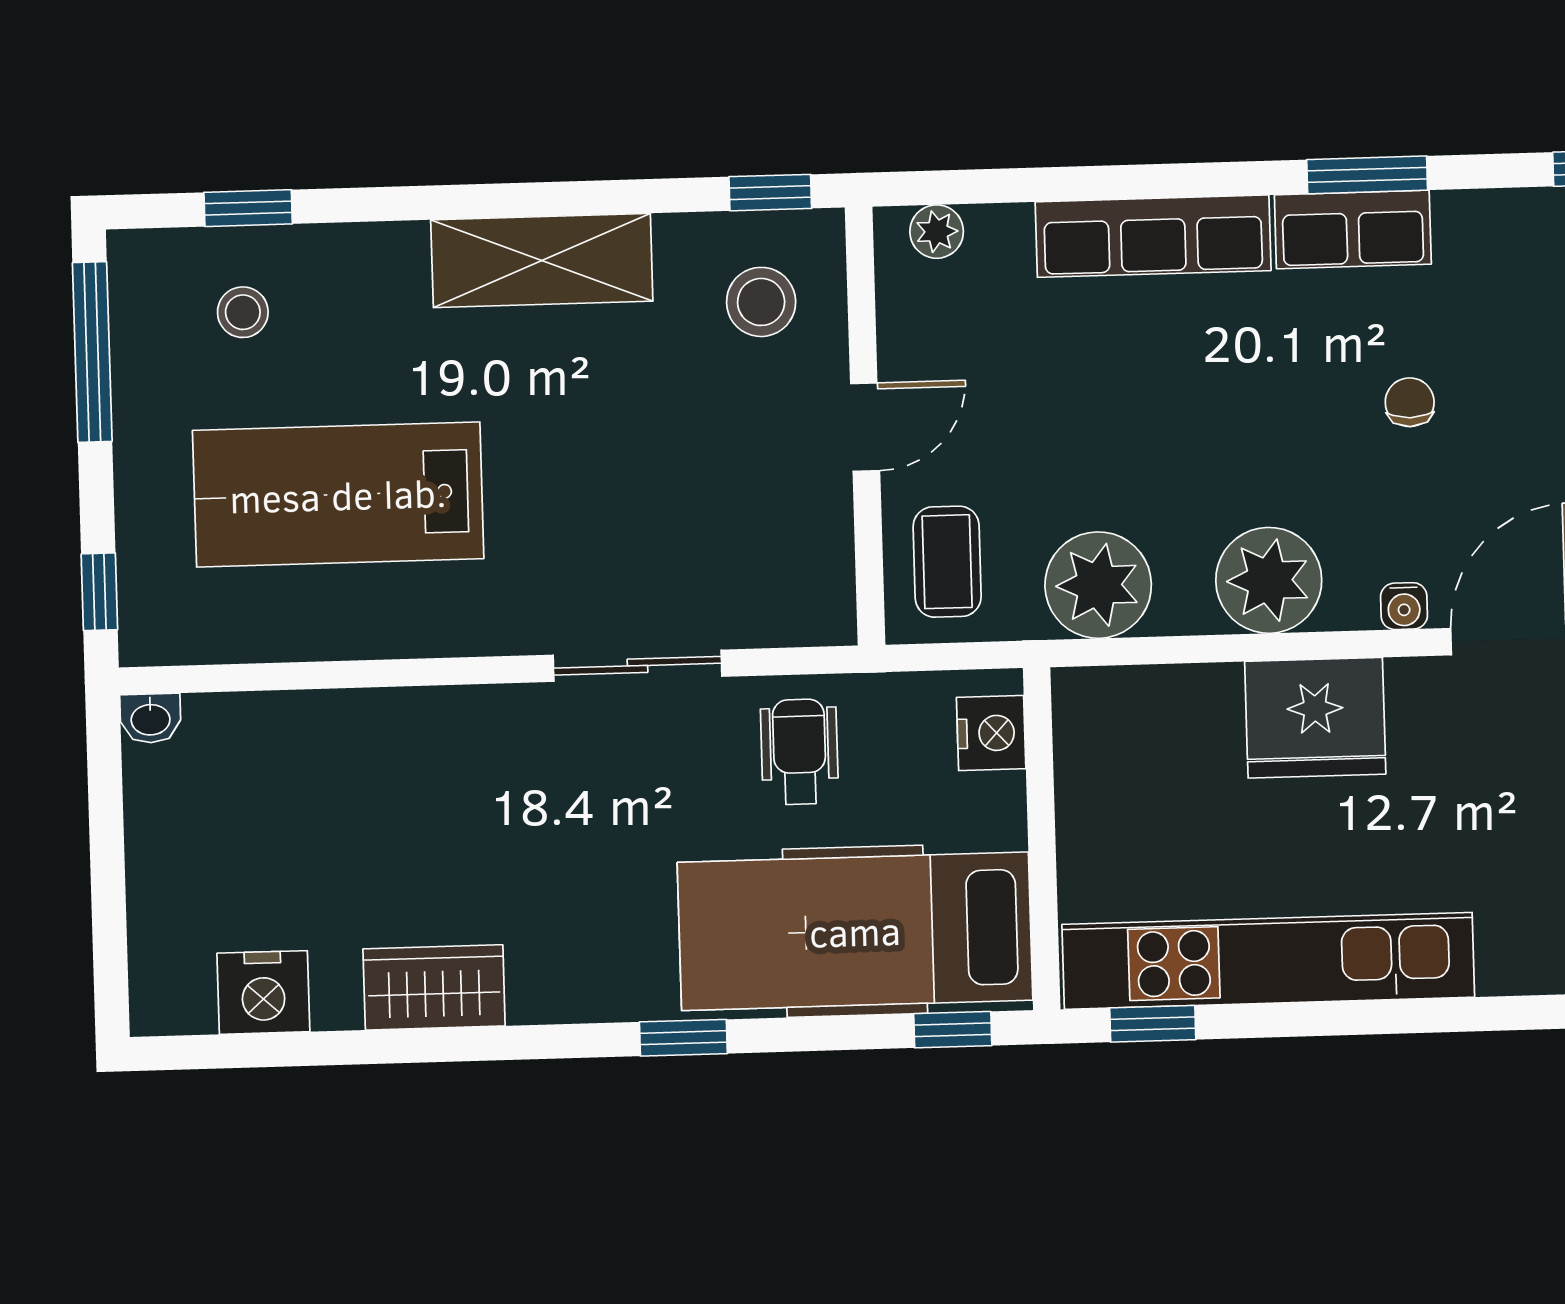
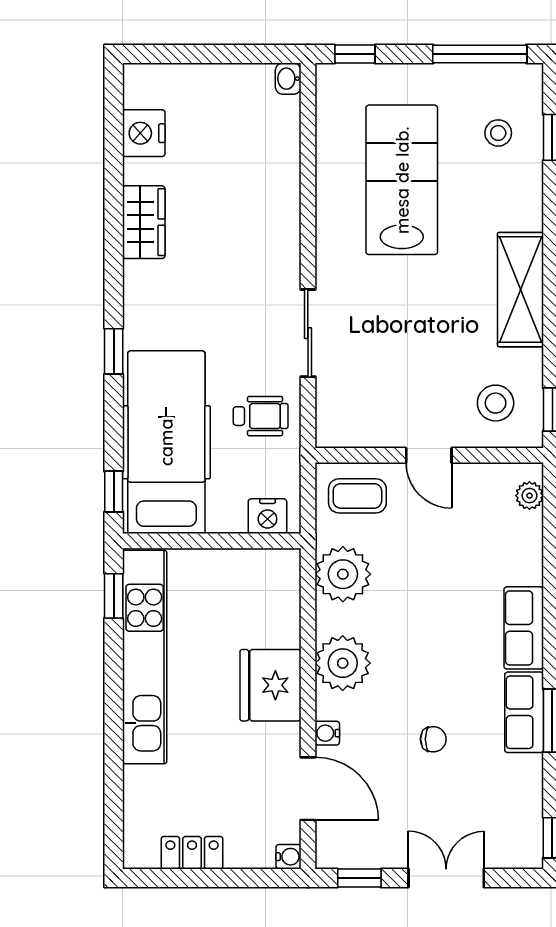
row of seats: (1153, 236) -> (524, 628), width x0.68

